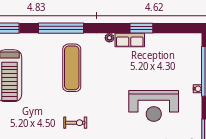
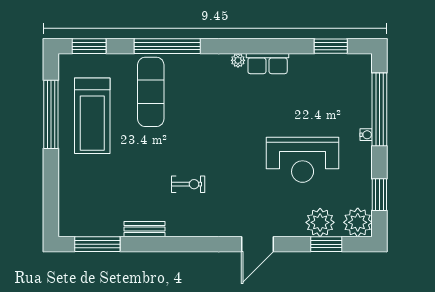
window: (141, 28) -> (331, 46), moved
exercise mat: (72, 68) -> (151, 92), moved

